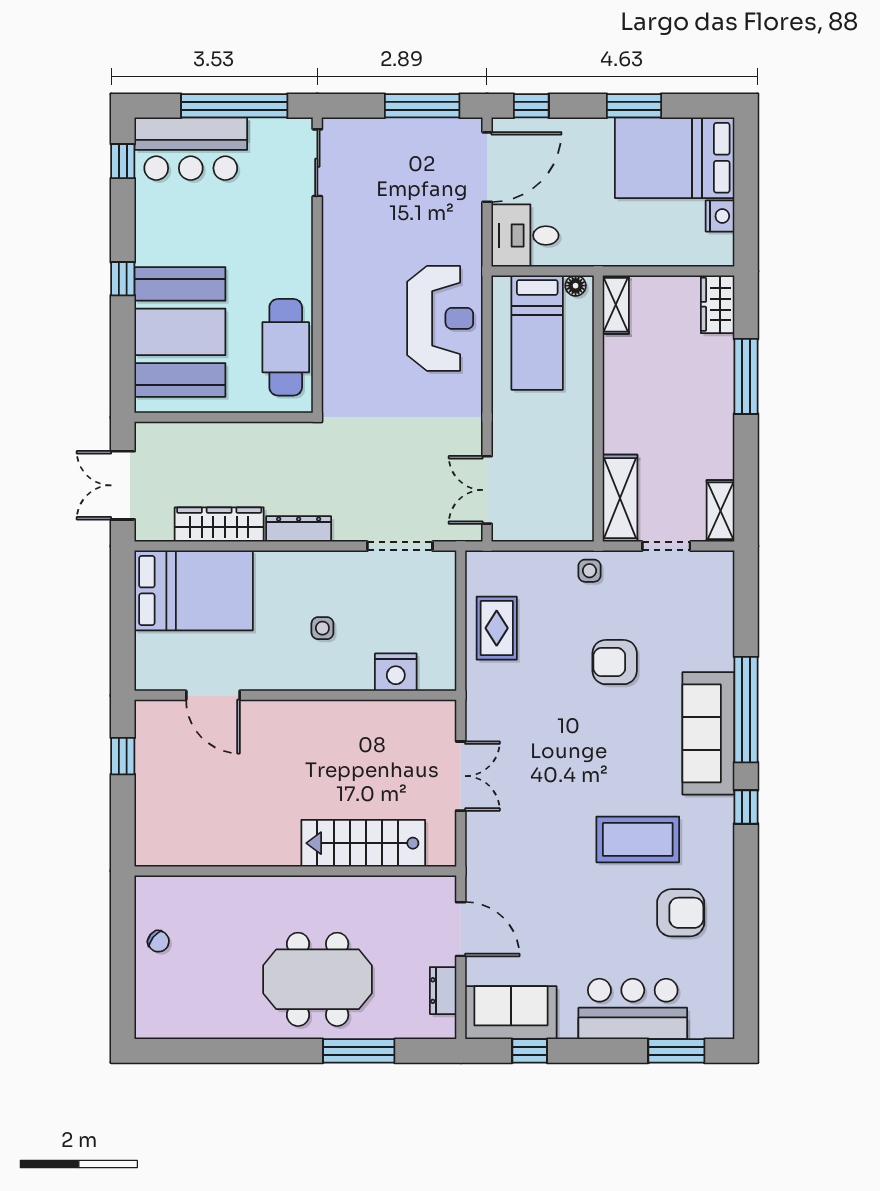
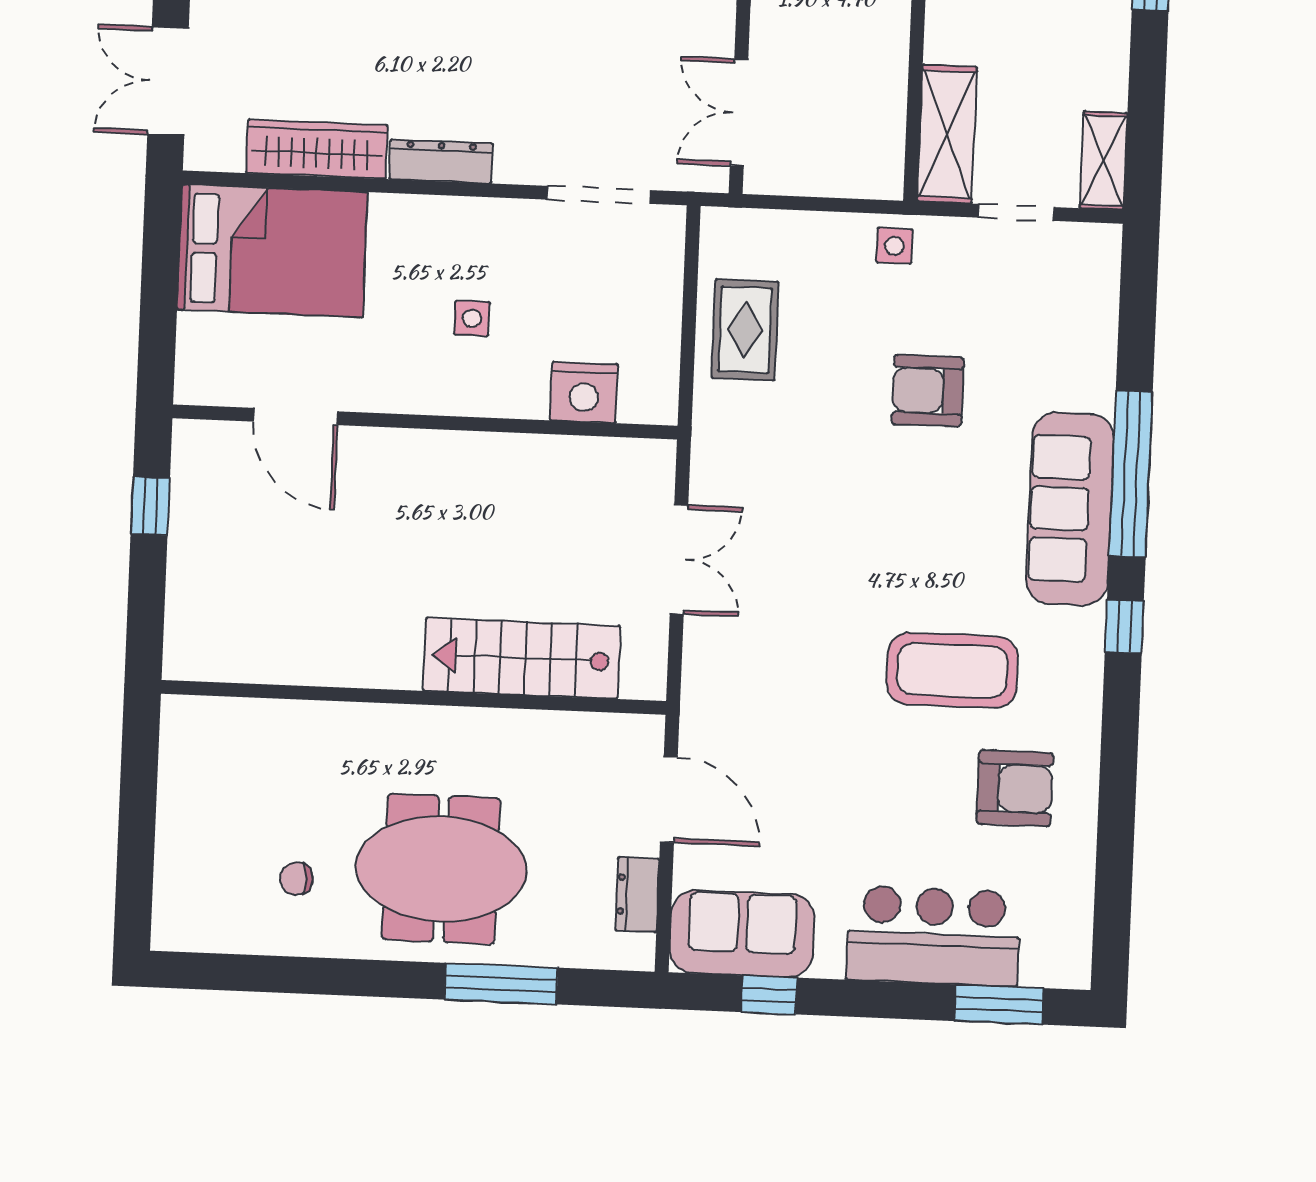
chair: (158, 941) -> (296, 879), moved, turned 141

